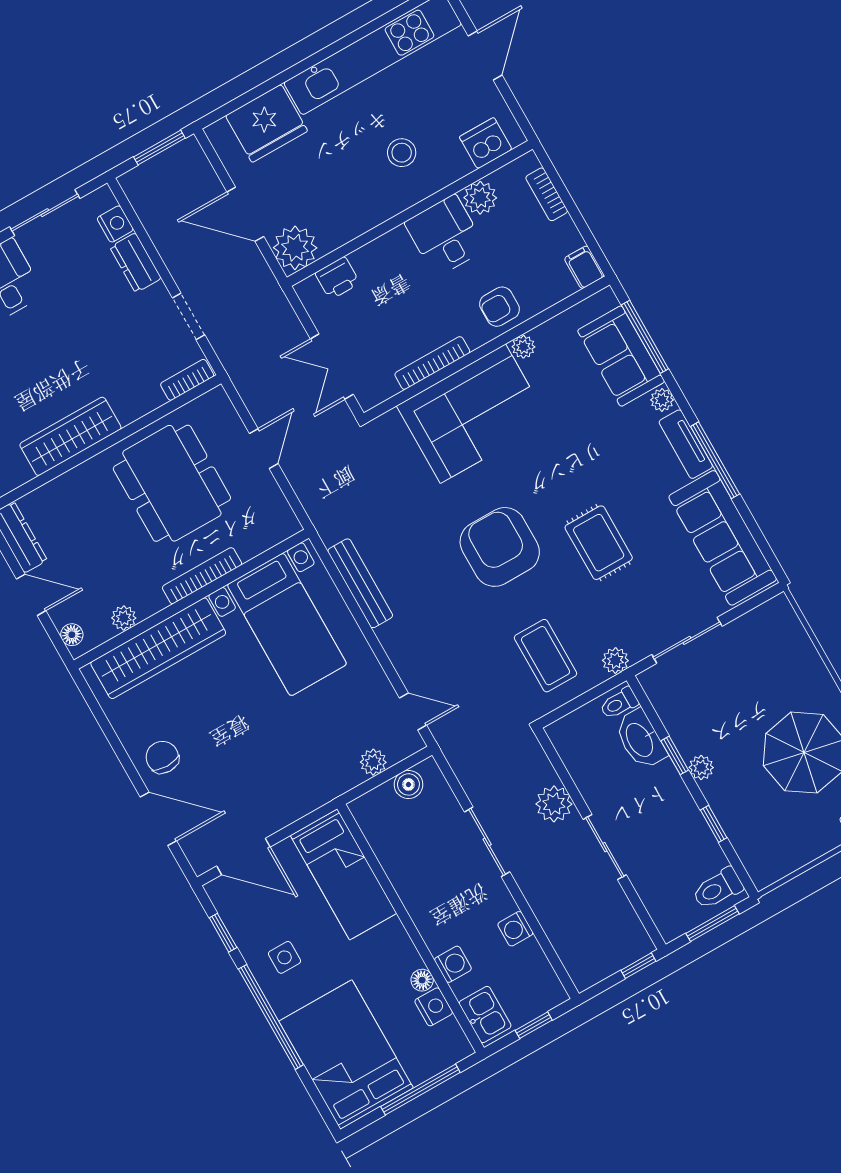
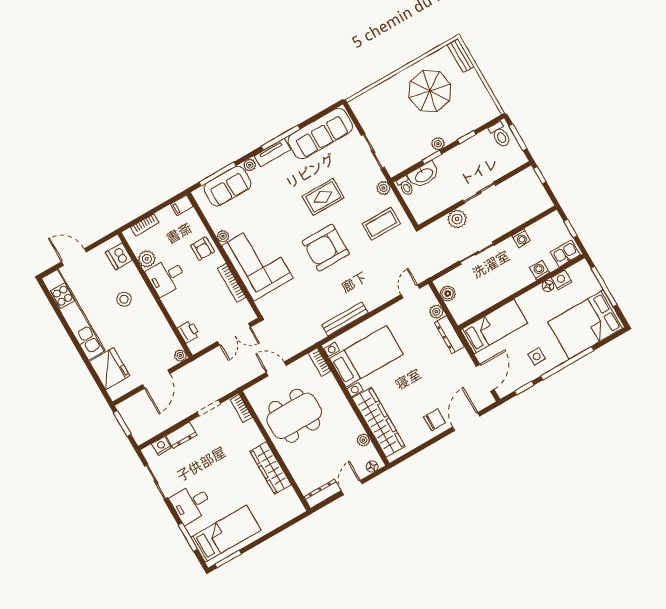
plant: (295, 248) -> (180, 356), width x0.53, depth x0.53
bookcase: (202, 576) -> (320, 362), moved, width x0.64
chair: (162, 757) -> (435, 420), turned 180
dresser: (328, 787) -> (449, 335), added

